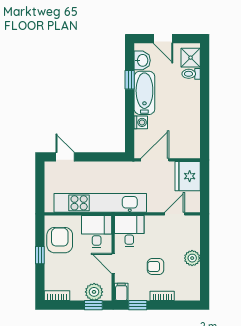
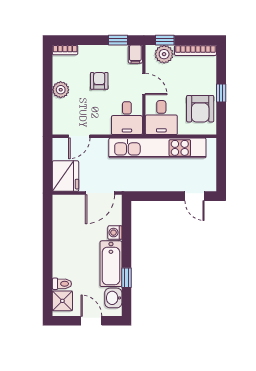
armchair: (156, 266) -> (99, 81), turned -90
bookcase: (57, 296) -> (195, 50), width x1.56
bookcase: (162, 296) -> (65, 50), moved

